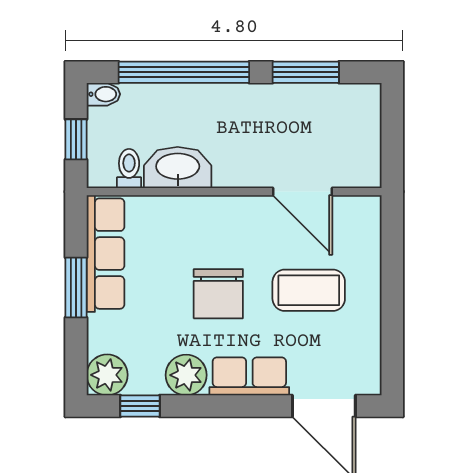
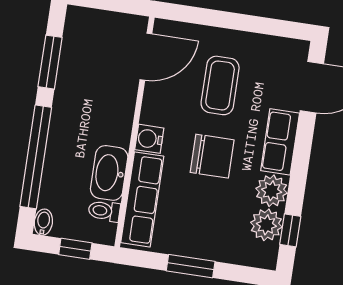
door: (302, 192) -> (146, 57), moved
water cooler: (228, 212) -> (149, 139), added
row of seats: (105, 254) -> (142, 199), moved, turned 90
plant: (107, 375) -> (266, 225), moved

